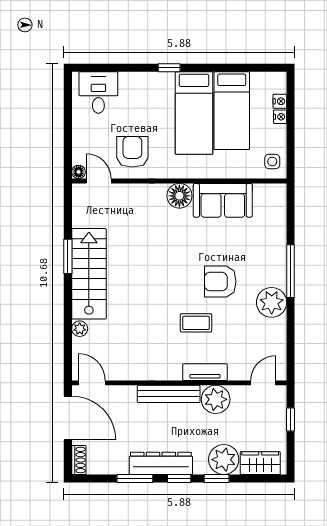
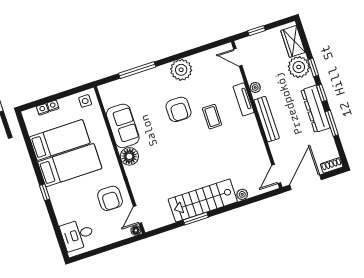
armchair: (132, 152) -> (110, 198), turned -90
window: (290, 271) -> (137, 70), moved
plant: (216, 399) -> (255, 88), width x0.53, depth x0.53

